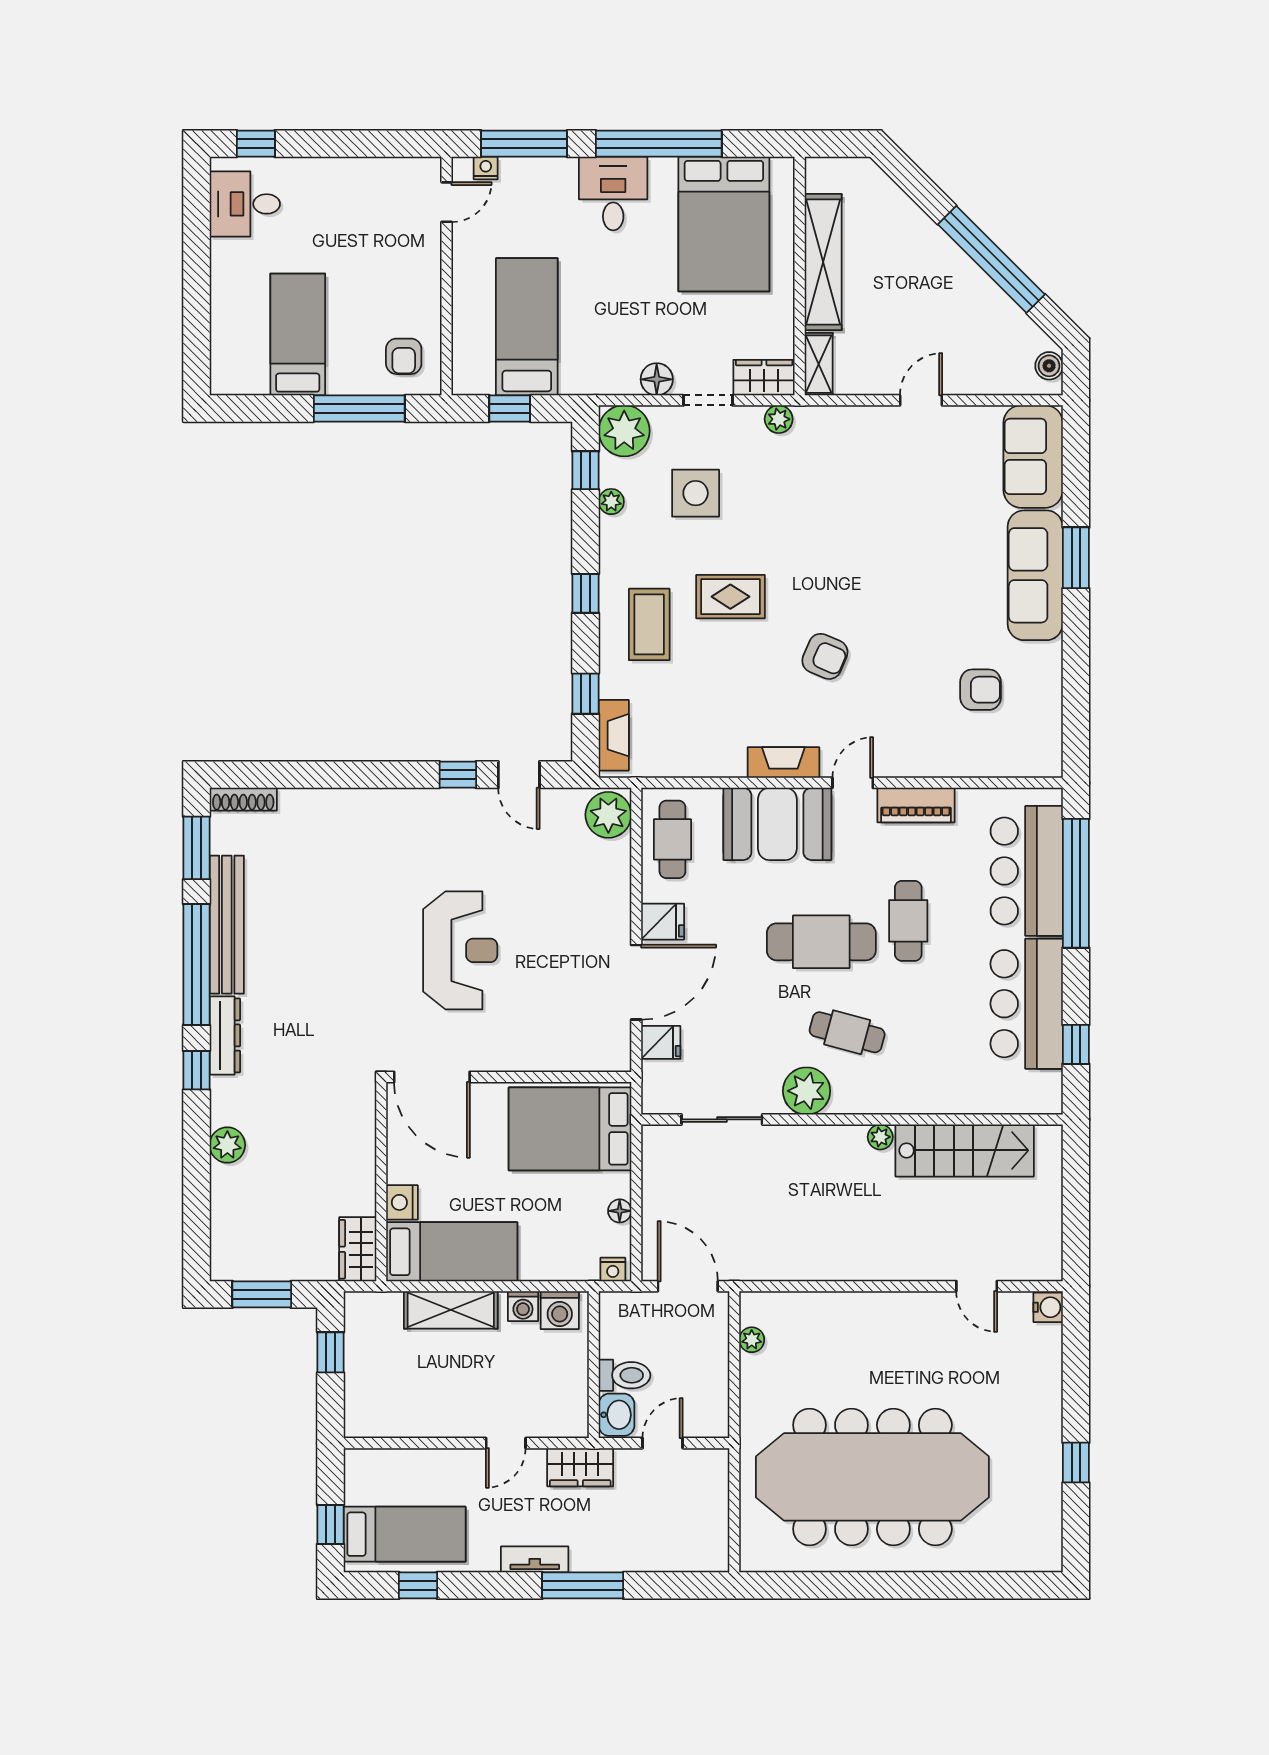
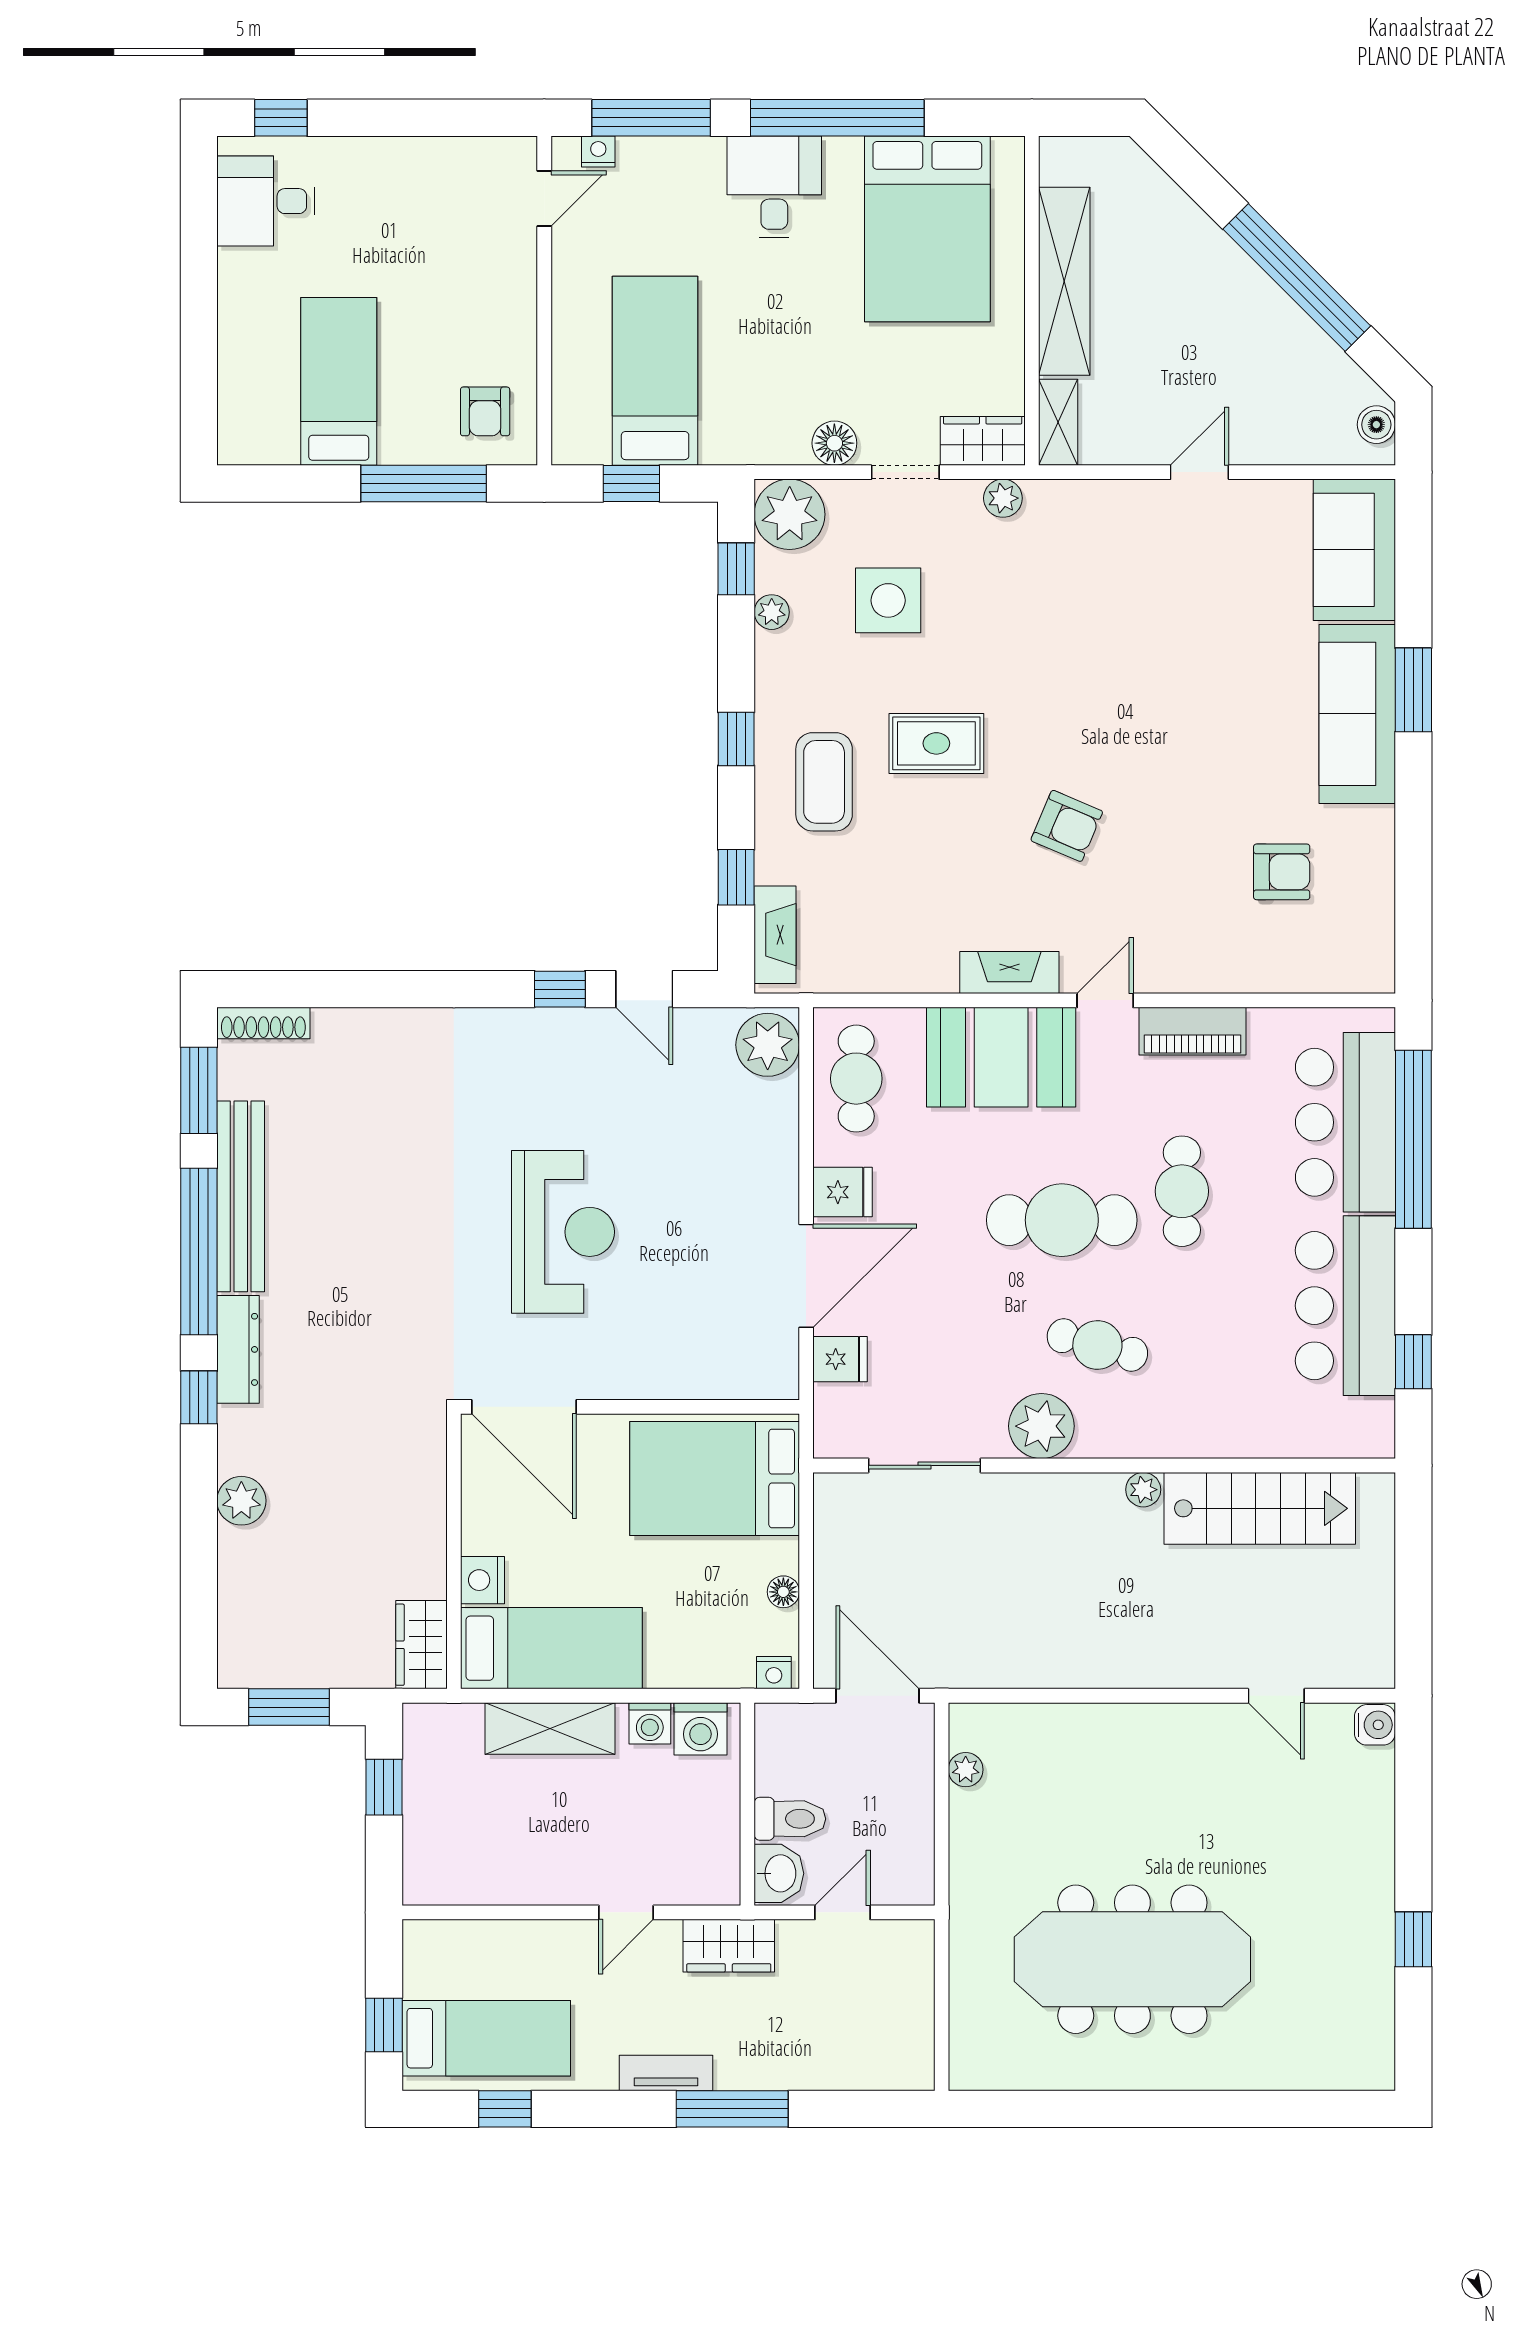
meeting table: (872, 1477) -> (1132, 1959), width x0.73, depth x0.79

